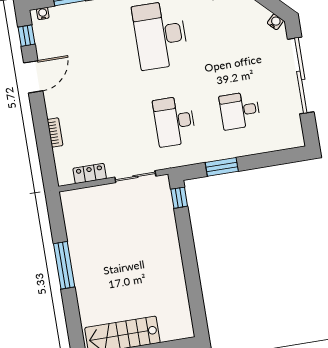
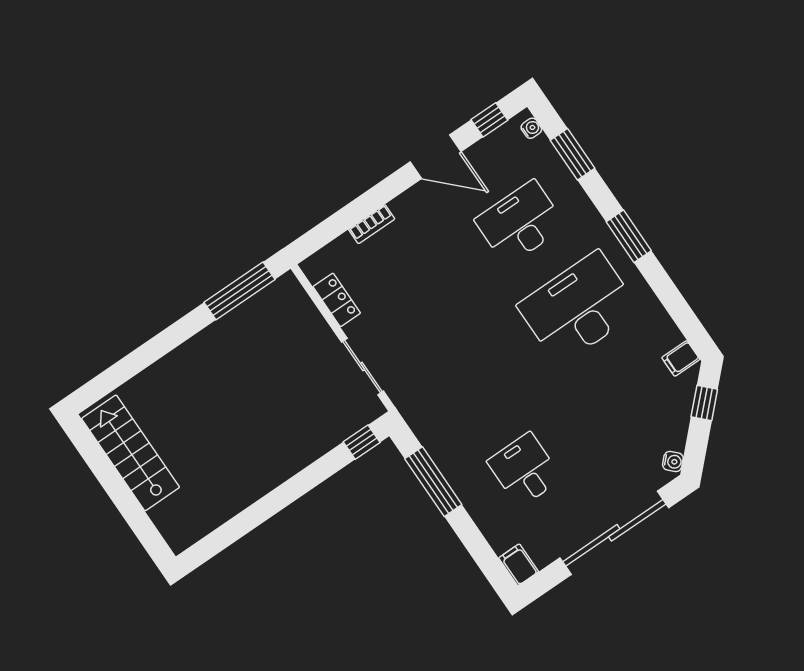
desk: (174, 121) -> (520, 223), moved
filing cabinet: (293, 140) -> (519, 565), added
window: (222, 167) -> (433, 482), width x1.44
window: (64, 265) -> (240, 291), moved

